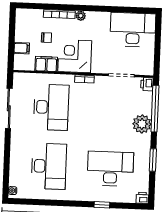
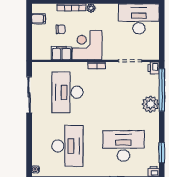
filing cabinet: (22, 48) -> (39, 19), moved
desk: (51, 107) -> (67, 92), turned 180
window: (153, 160) -> (162, 153), moved

